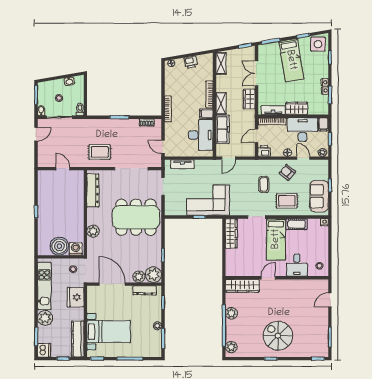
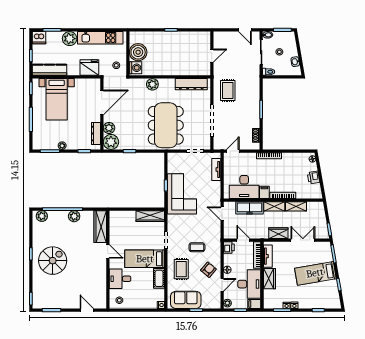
side table: (318, 44) -> (331, 299), removed
shelving: (221, 63) -> (296, 206), moved

